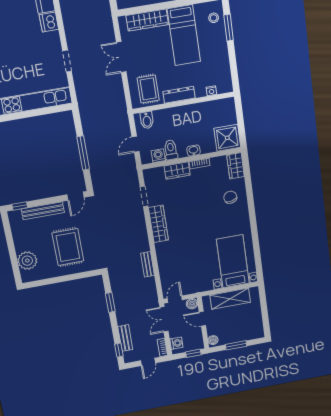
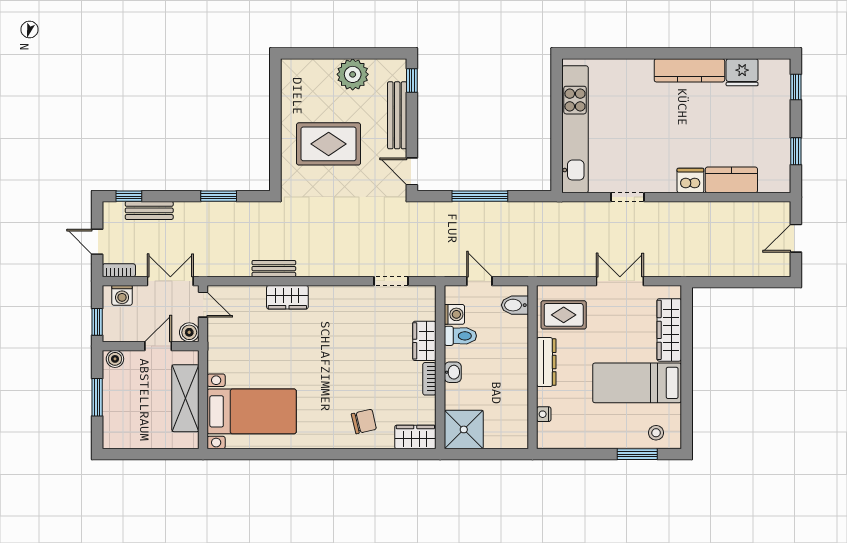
wardrobe: (158, 224) -> (287, 297), moved, width x0.67
plant: (27, 261) -> (353, 74), moved

